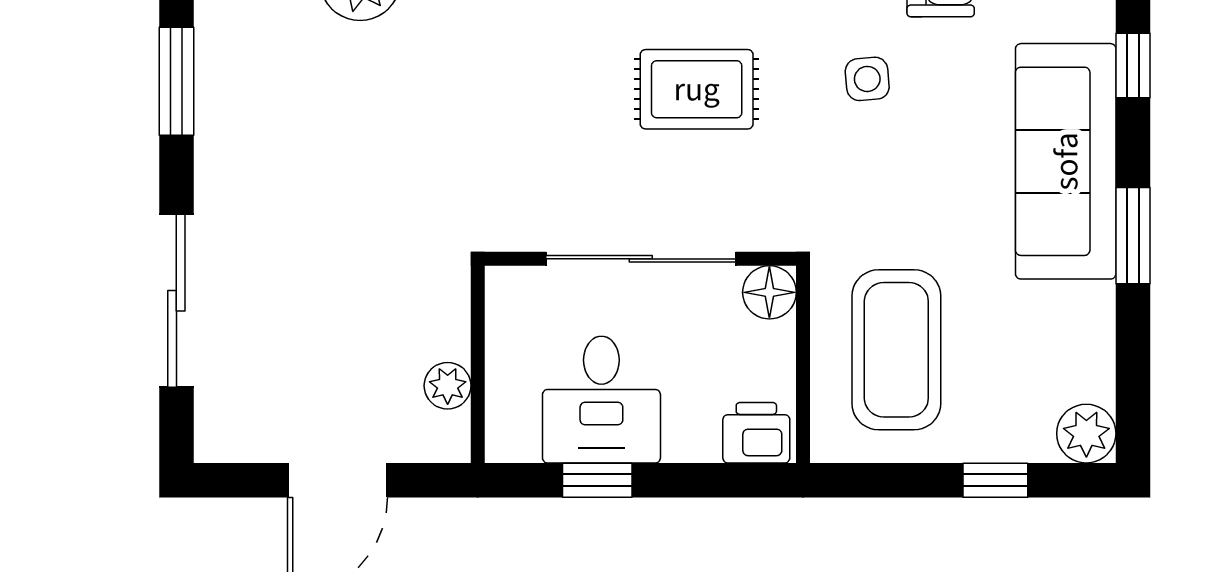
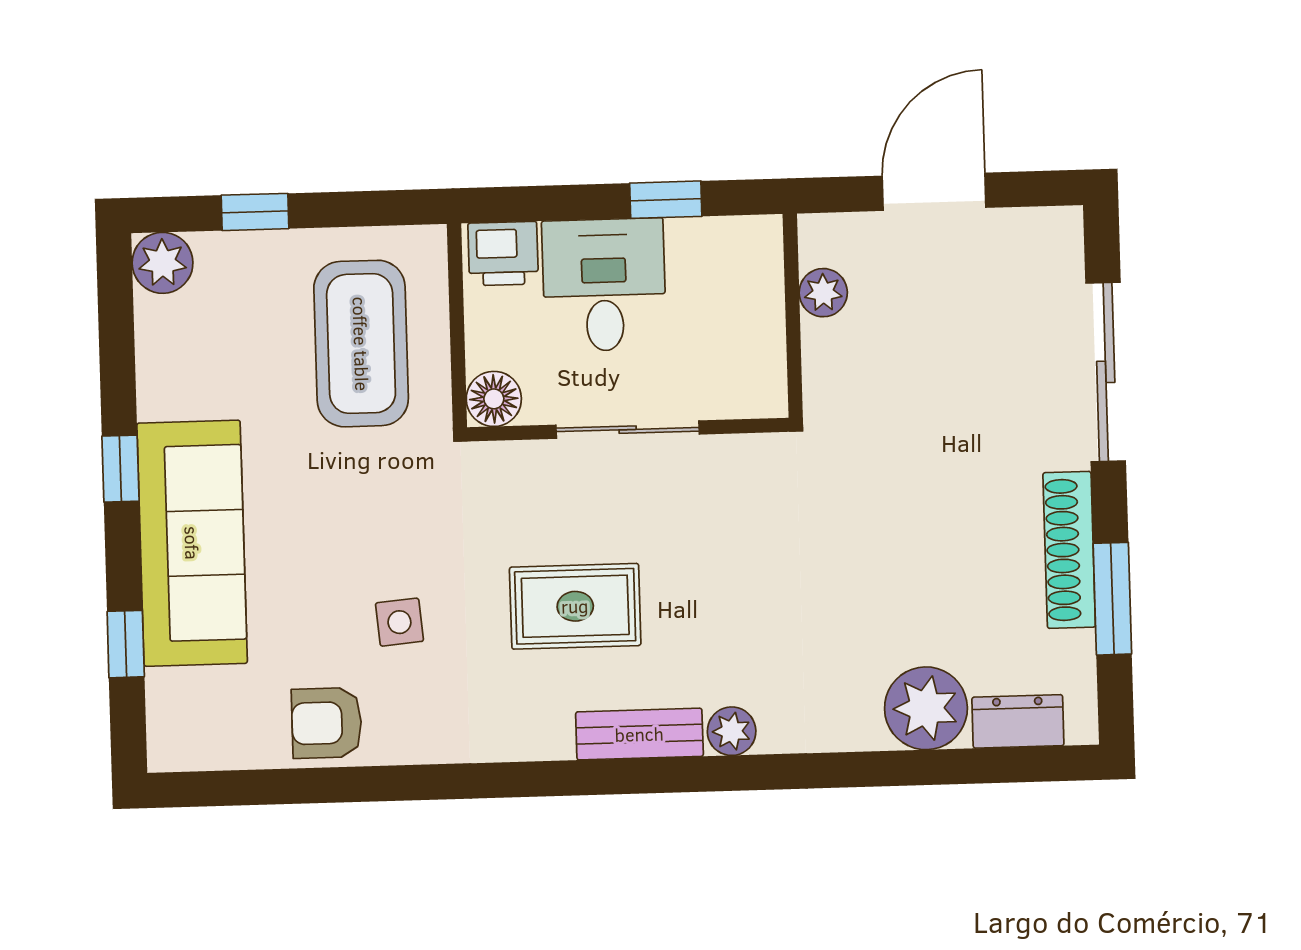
shoe rack: (217, 130) -> (1069, 550), added
window: (1133, 236) -> (120, 469), width x0.67
sliding door: (641, 259) -> (628, 430), width x0.73
desk: (601, 400) -> (604, 285), moved

